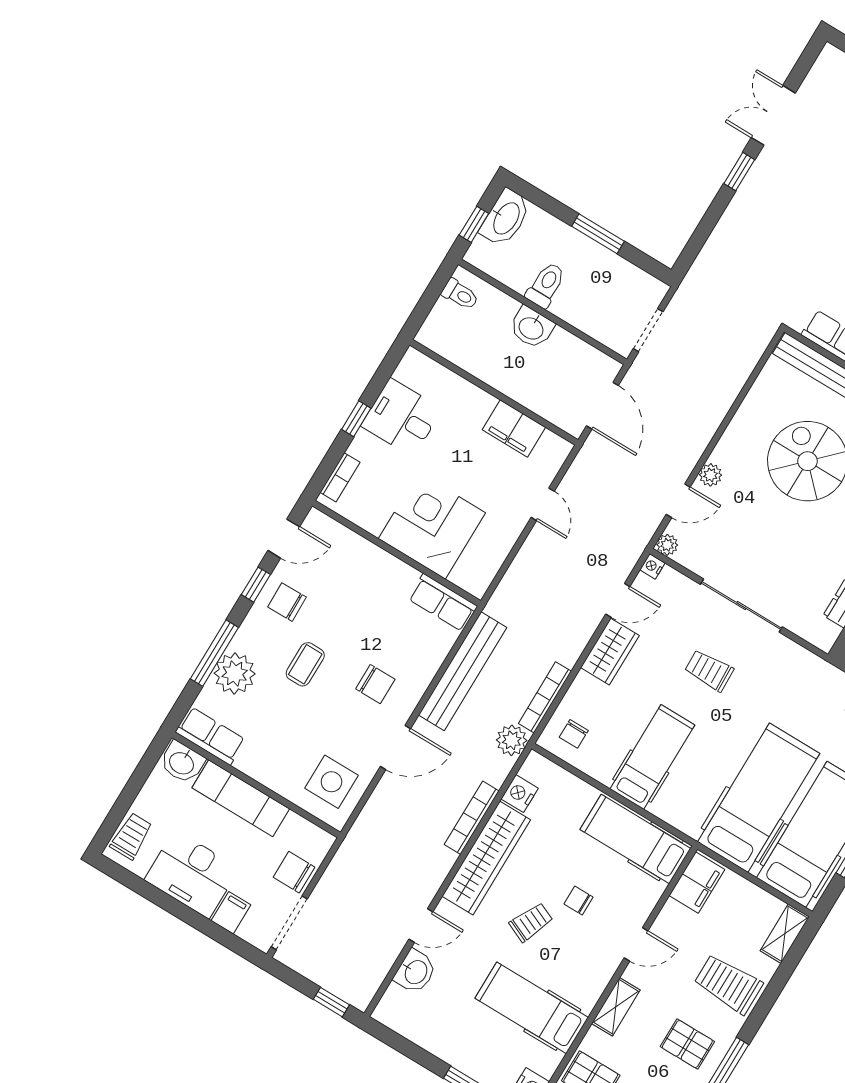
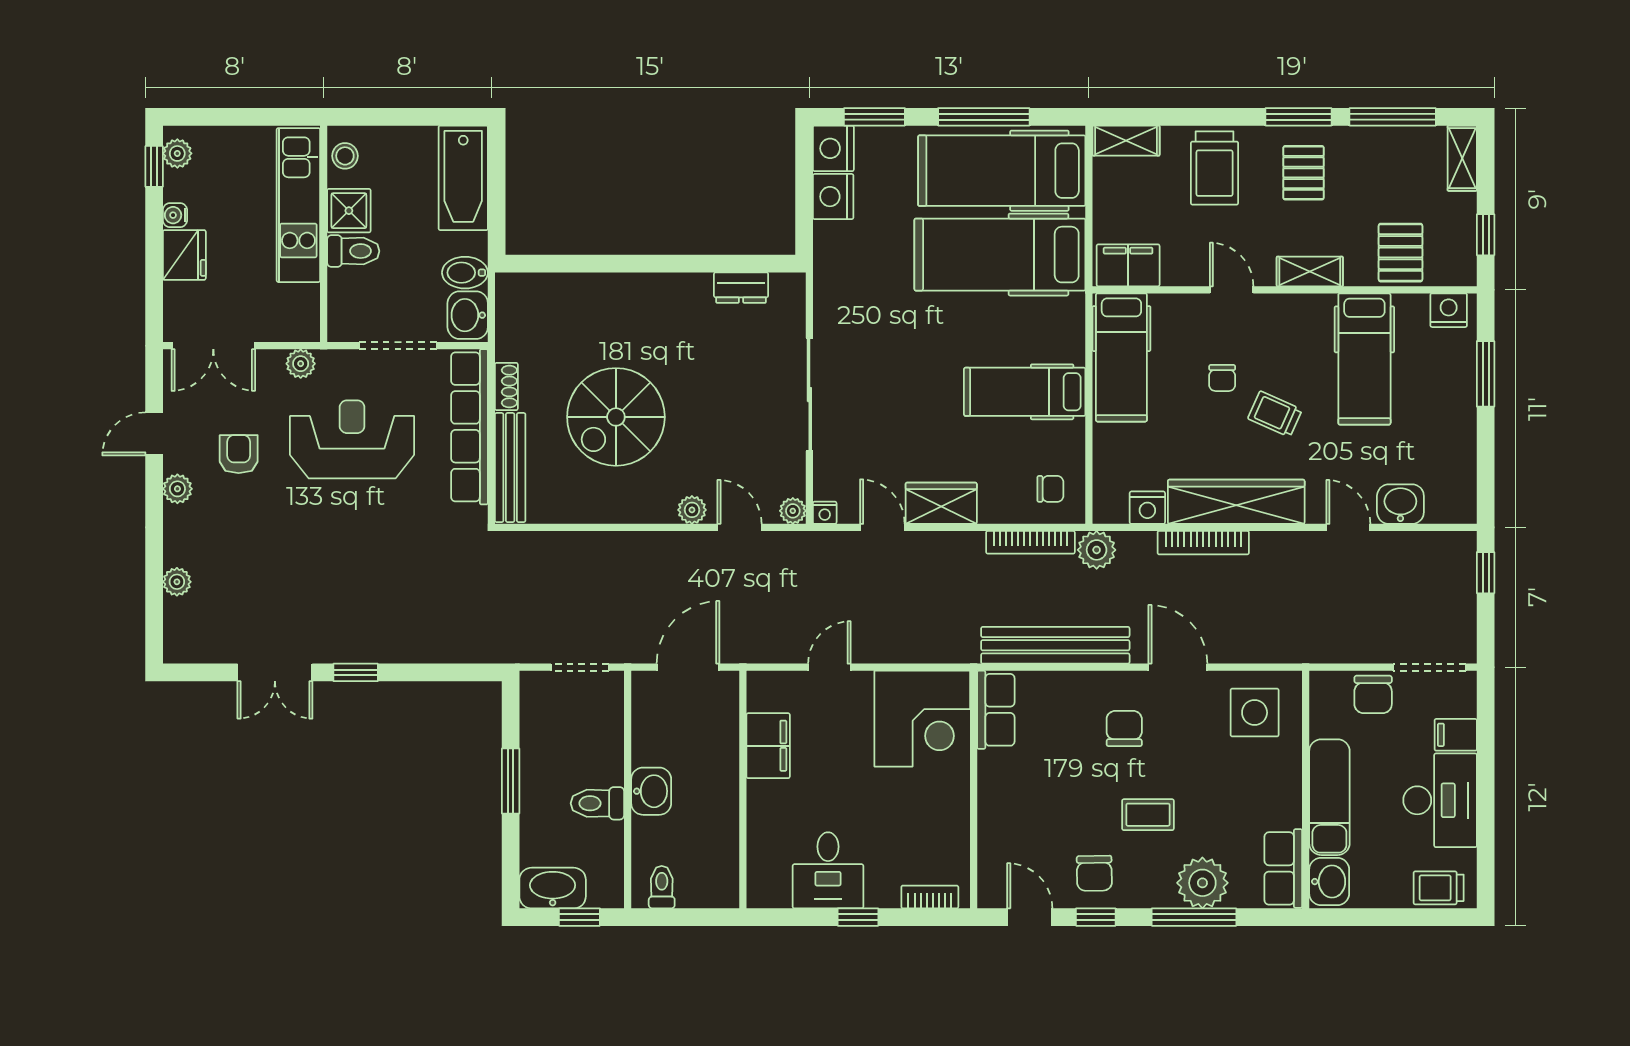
corner desk: (432, 526) -> (922, 719), moved, turned -90
trolley: (709, 670) -> (898, 387), removed

